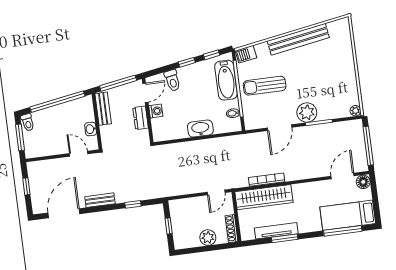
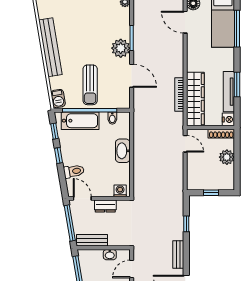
washing machine: (156, 111) -> (120, 191), moved
nightstand: (247, 234) -> (228, 119), added

